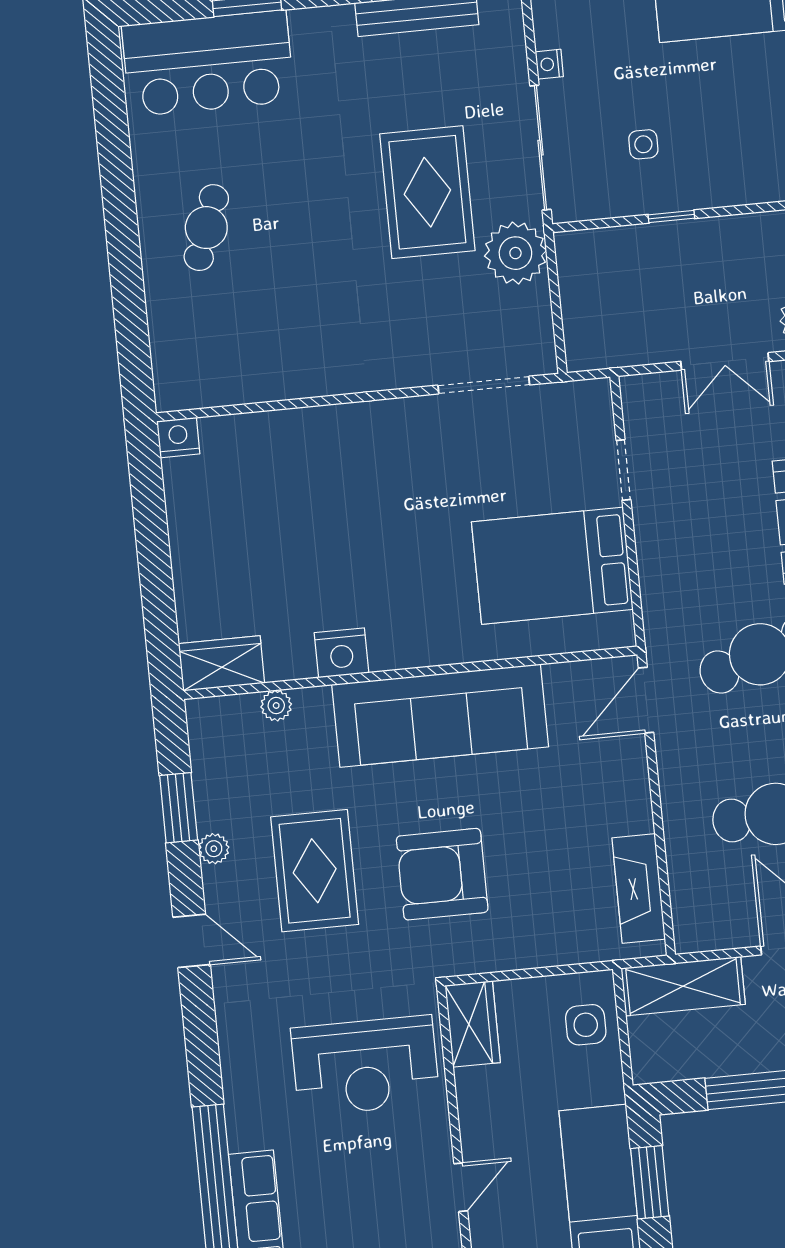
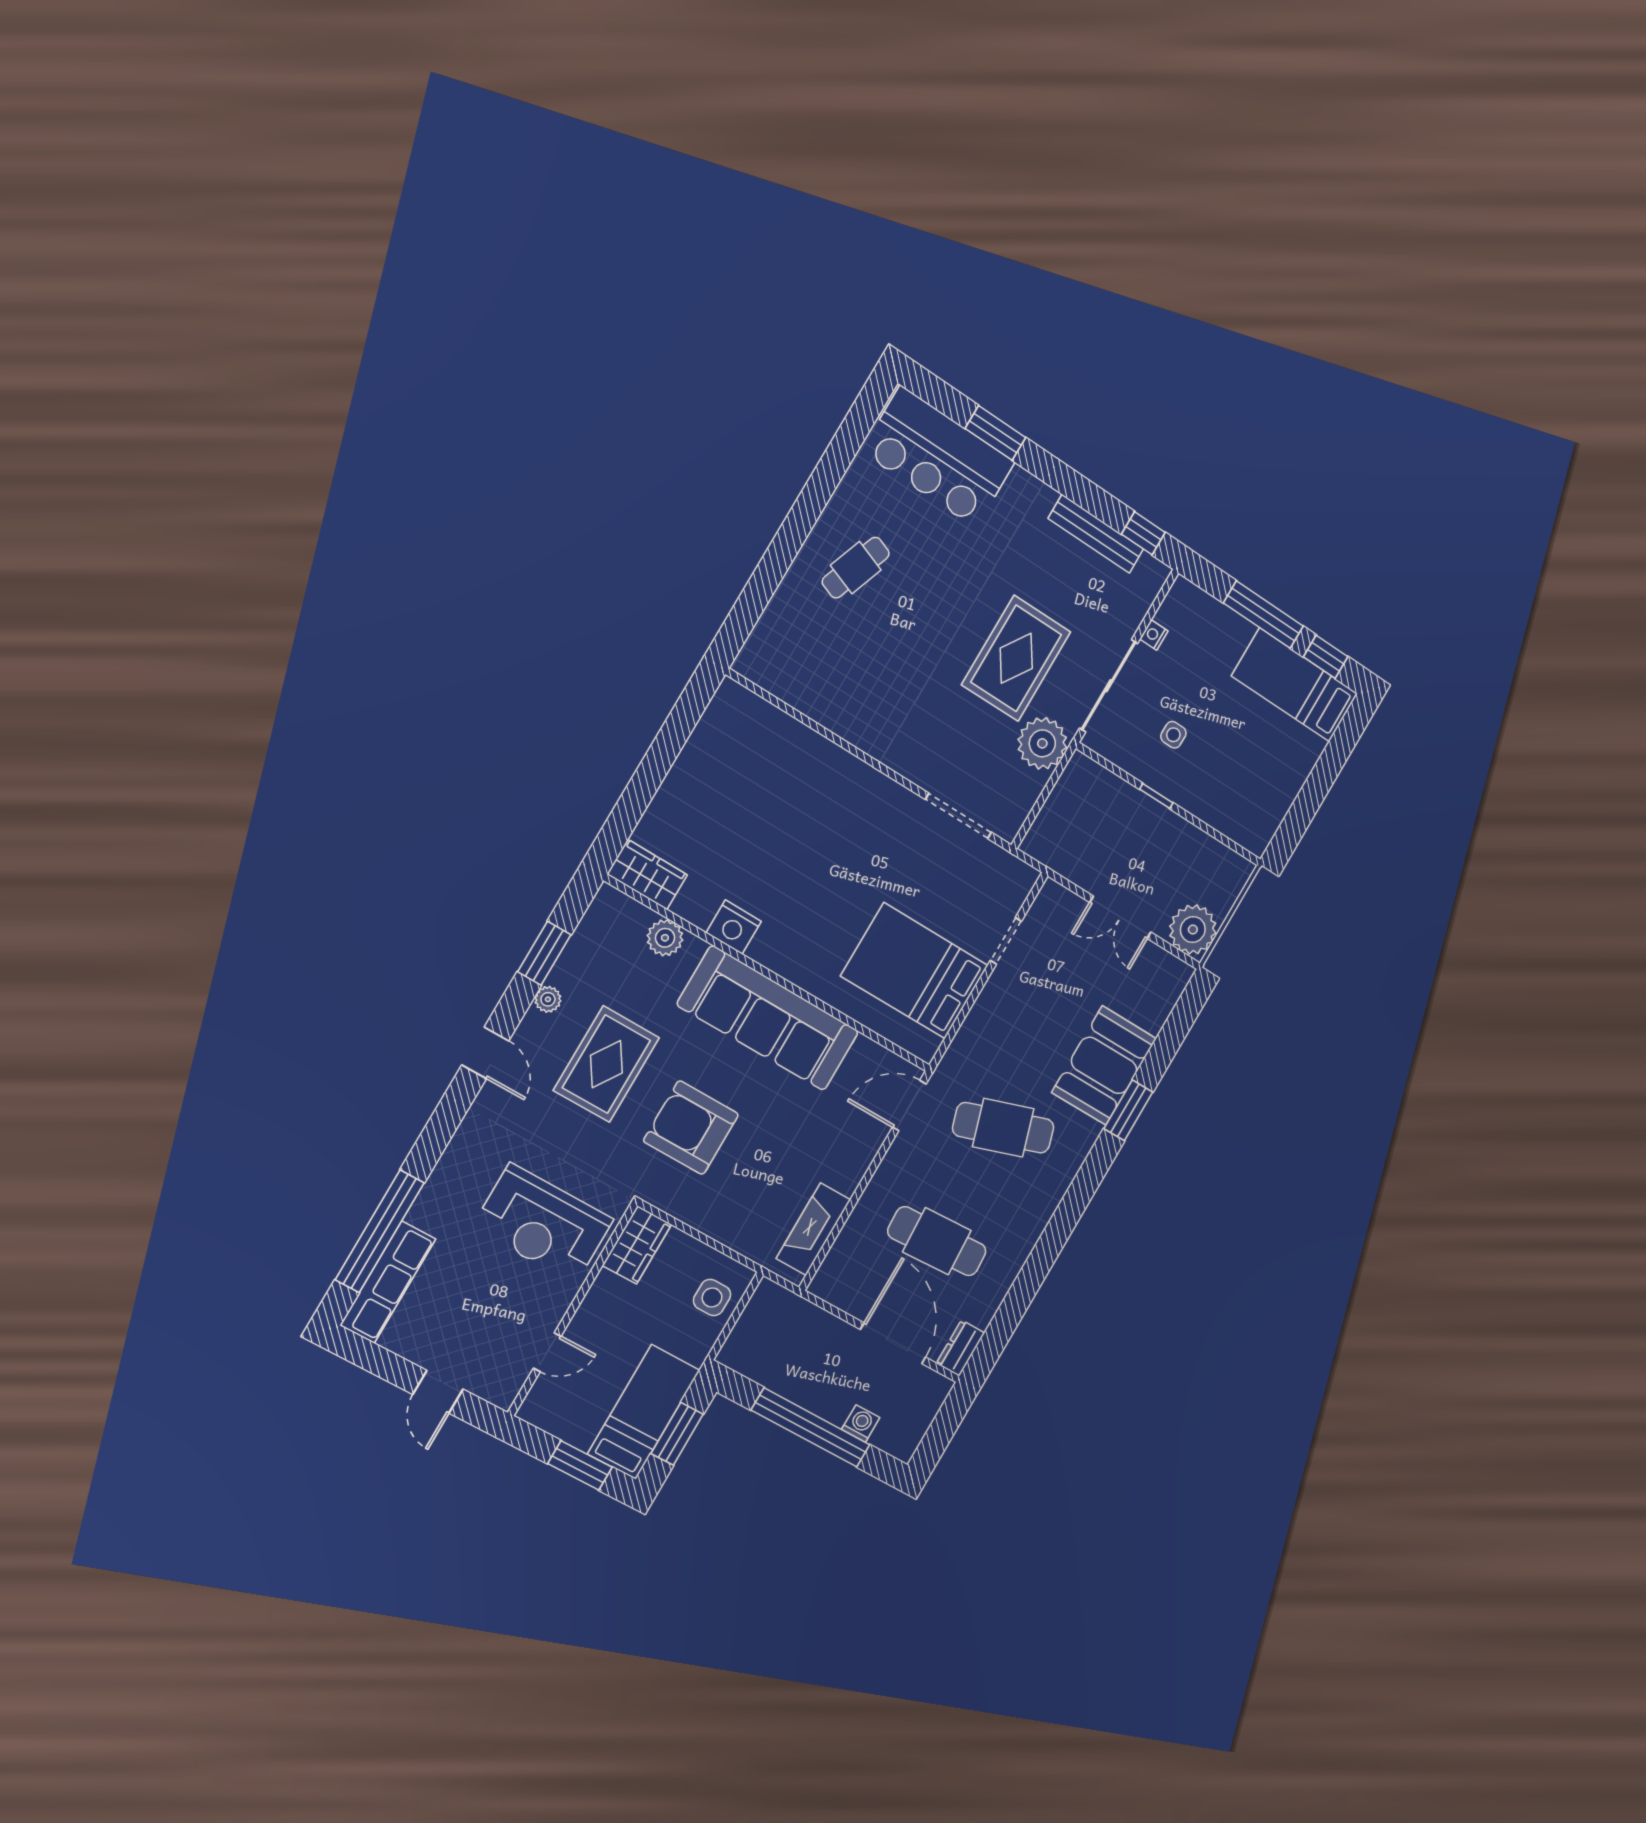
nightstand: (178, 437) -> (732, 697), removed
plant: (276, 706) -> (665, 938), width x1.38, depth x1.38
shelving: (683, 986) -> (795, 1315), removed

